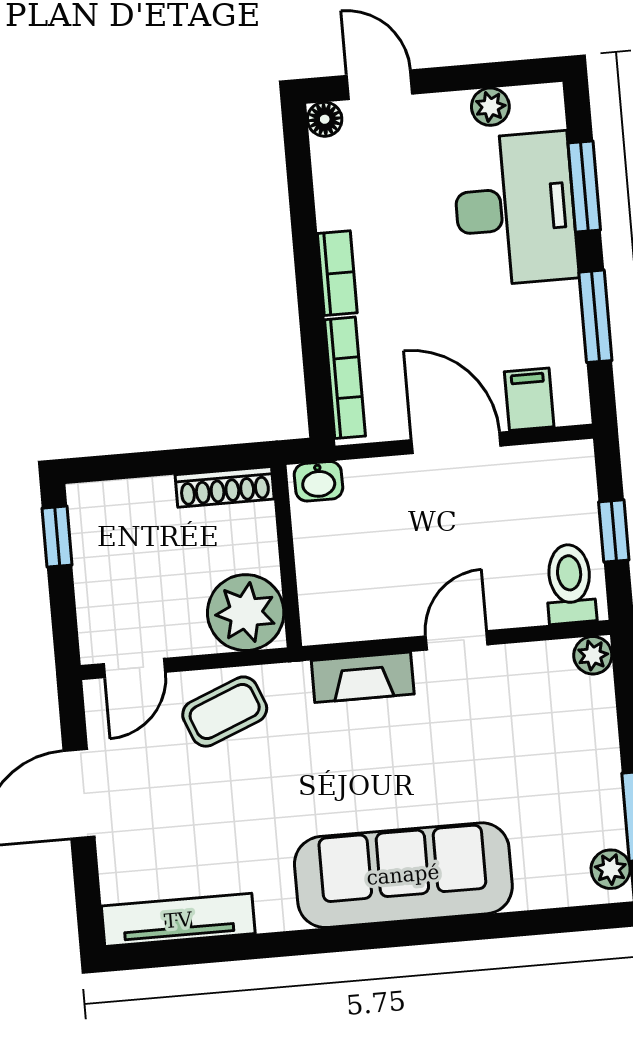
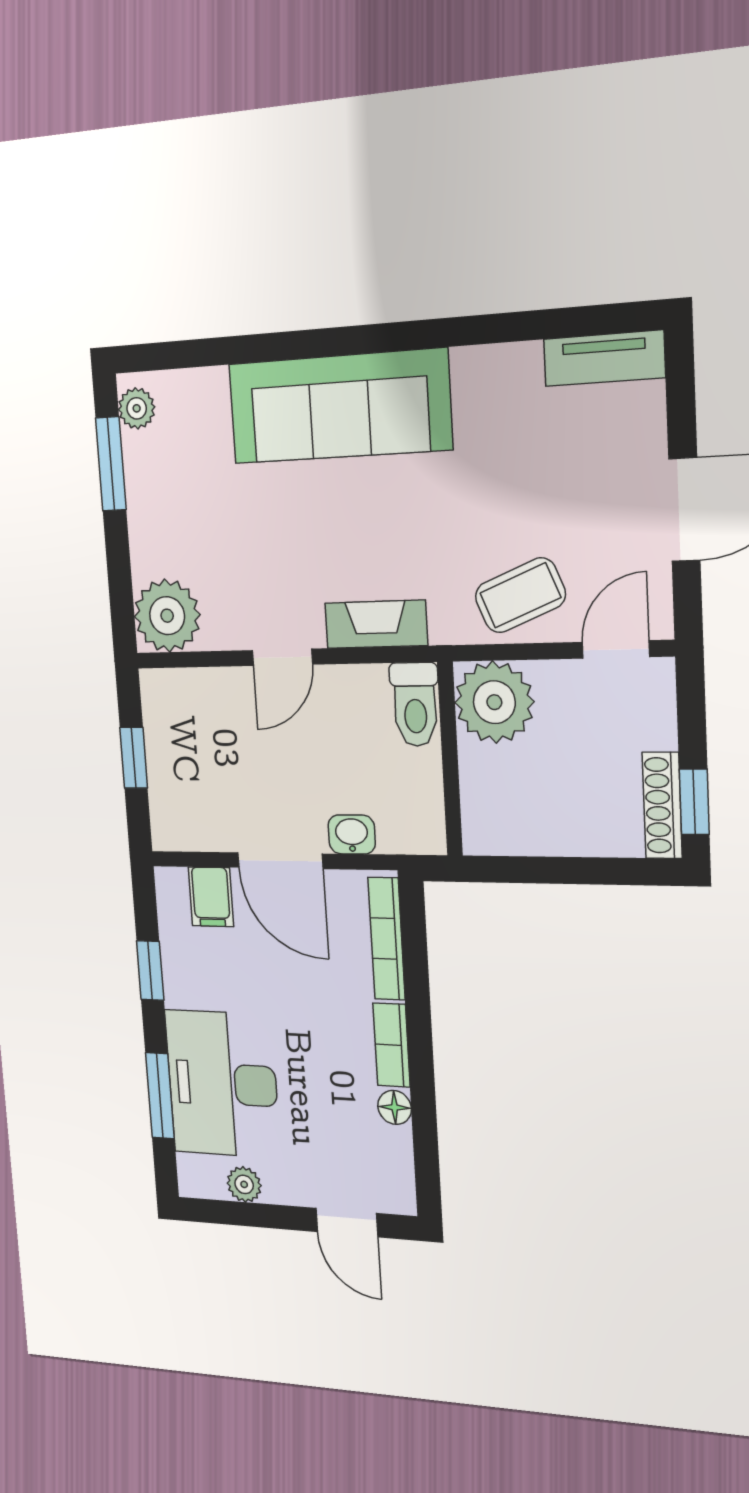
floor lamp: (325, 119) -> (395, 1107), moved
window: (595, 316) -> (150, 971), width x0.67
washbasin: (318, 481) -> (352, 834), moved
shoe rack: (225, 487) -> (662, 805), moved, turned -90
toilet: (570, 584) -> (415, 704), moved
plant: (593, 655) -> (167, 616), width x1.88, depth x1.88
tv unit: (178, 920) -> (604, 358), width x0.71

